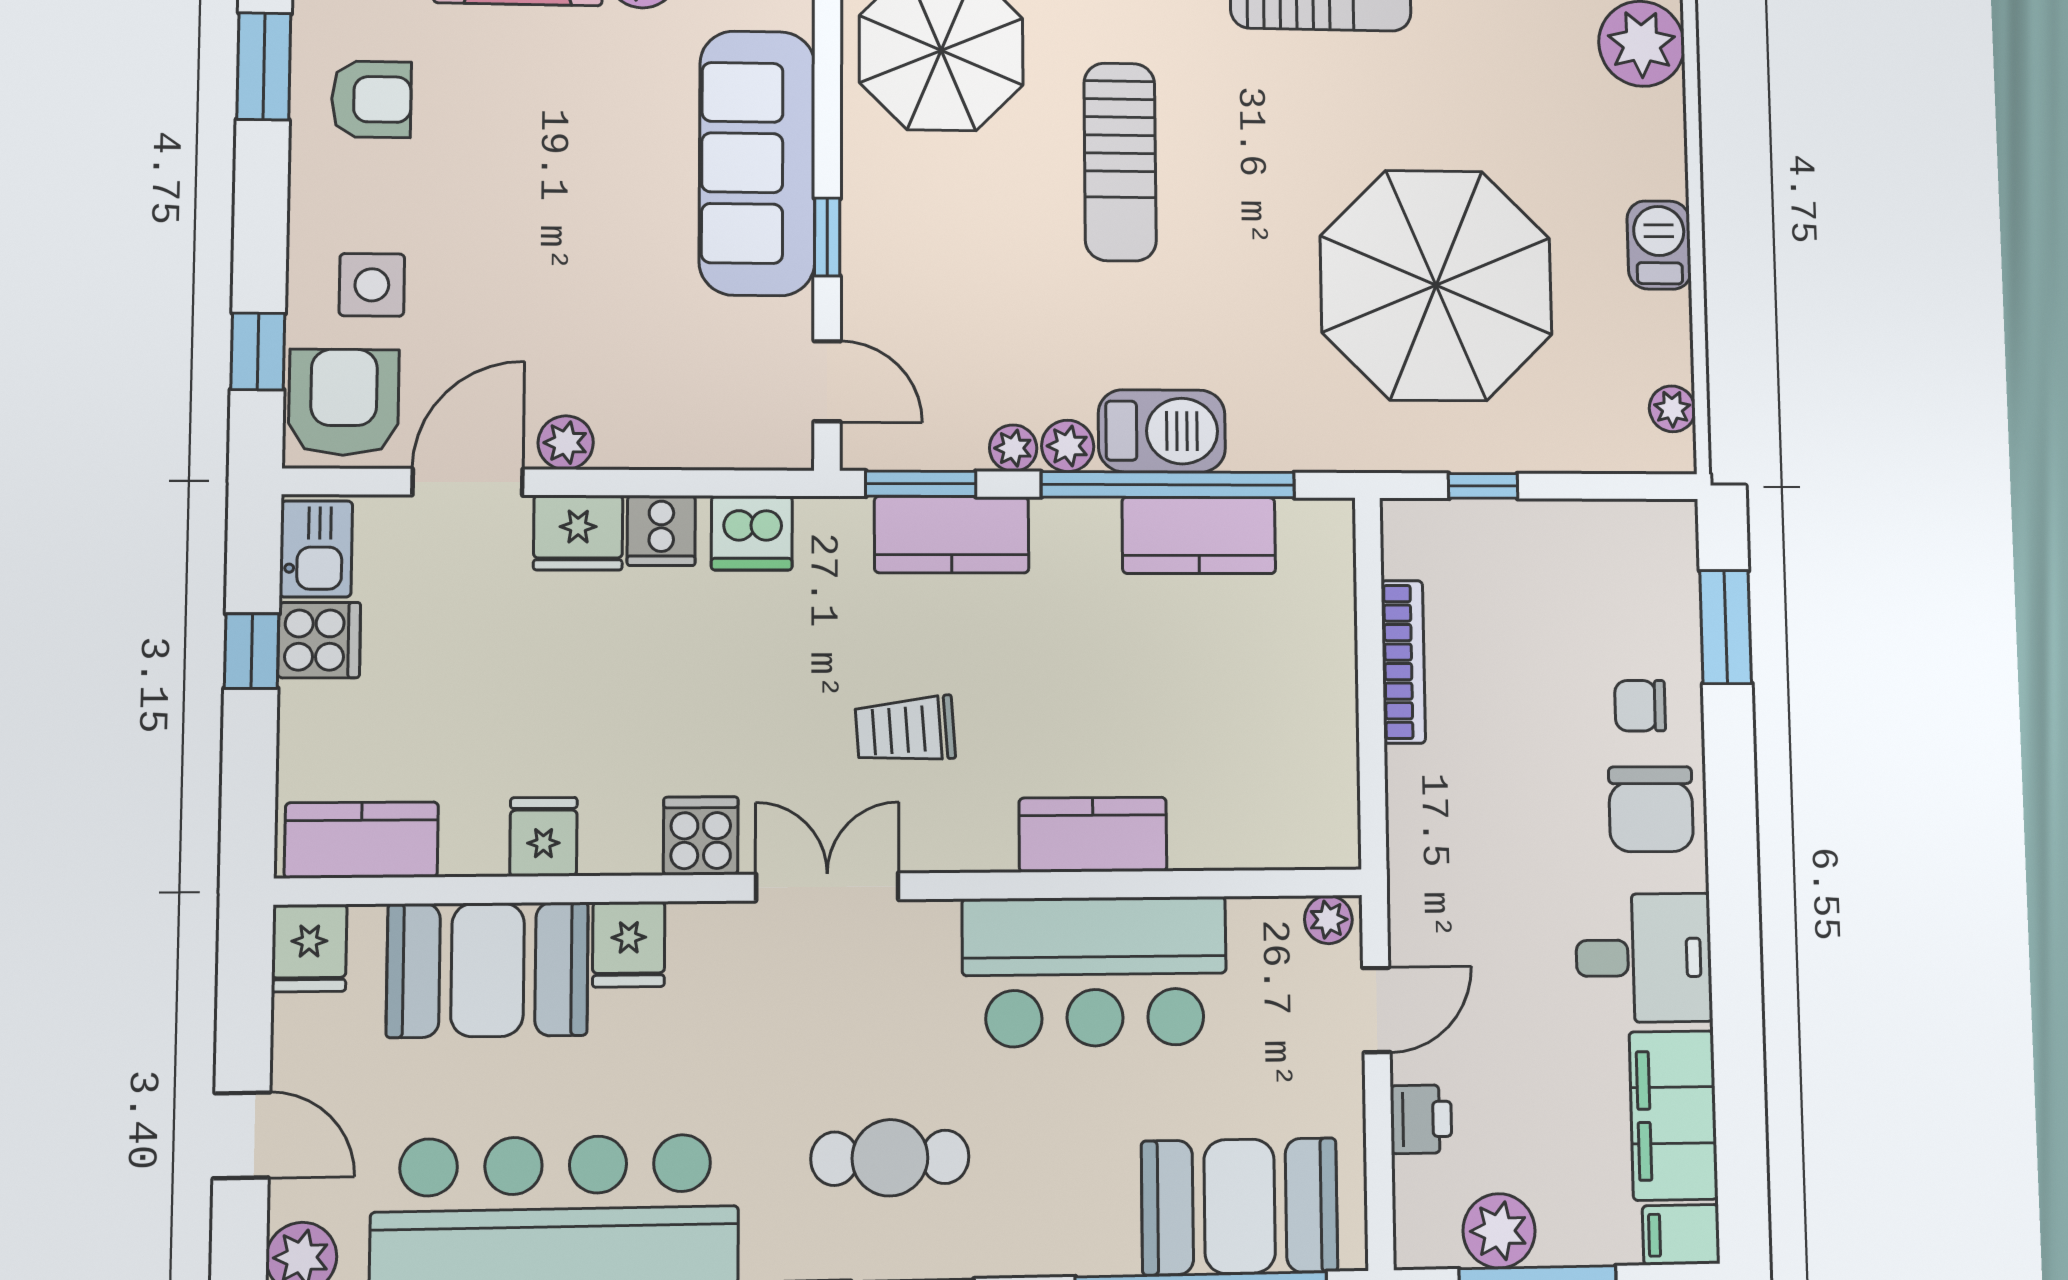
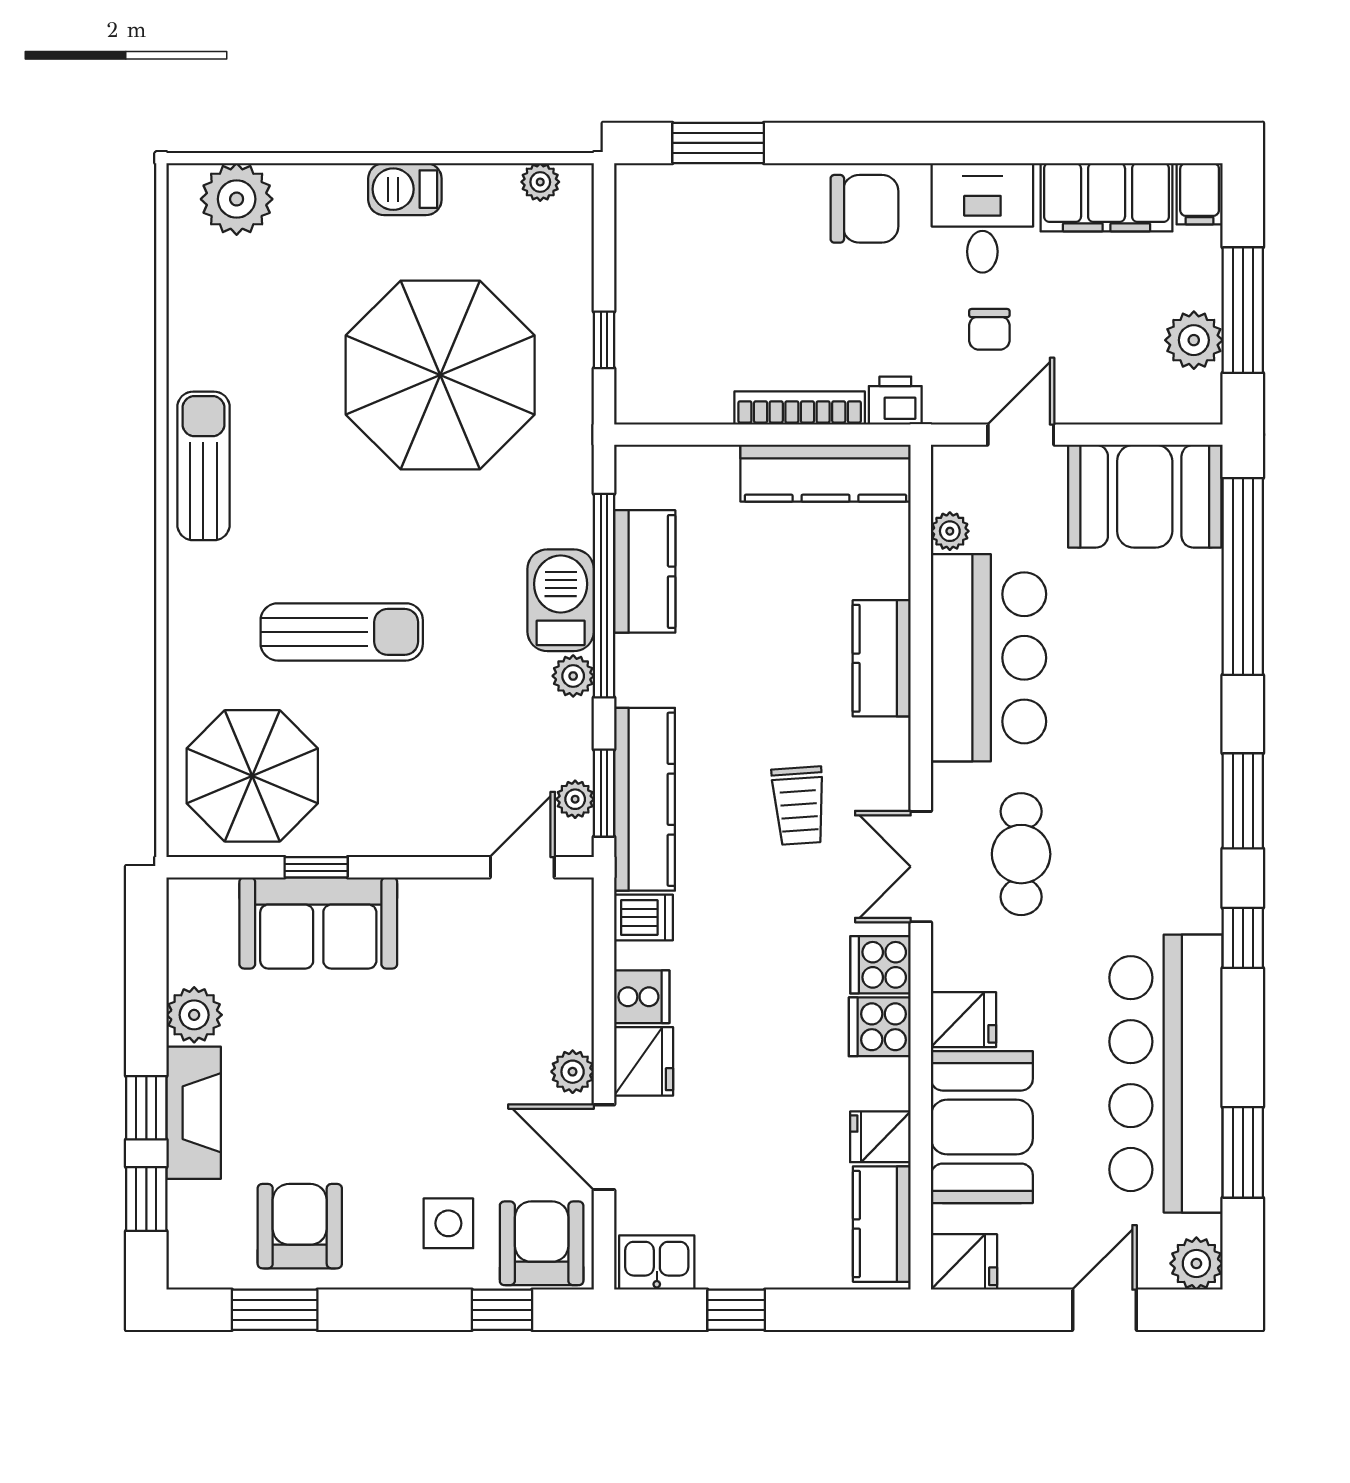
armchair: (371, 99) -> (300, 1226), width x1.38, depth x1.38
sofa: (757, 163) -> (318, 923), width x0.73
window: (827, 237) -> (316, 867), moved
armchair: (344, 402) -> (542, 1243), turned 90
plant: (1013, 448) -> (575, 799), moved
dishwasher: (752, 533) -> (643, 917), width x0.73
kitchen counter: (952, 535) -> (644, 799), width x1.50
cooker: (319, 640) -> (880, 1027), moved, turned -90
bookcase: (1403, 662) -> (800, 408), moved
chair: (1640, 706) -> (989, 329), moved
kitchen counter: (1324, 762) -> (826, 473), added
fridge: (543, 837) -> (880, 1137), moved
plant: (1328, 920) -> (950, 531), moved
door: (1376, 1010) -> (1021, 435), hinge flipped
printer: (1421, 1119) -> (895, 401), moved
cafe table: (890, 1158) -> (1021, 854), moved
booth: (1240, 1206) -> (1145, 496), moved, turned 90

